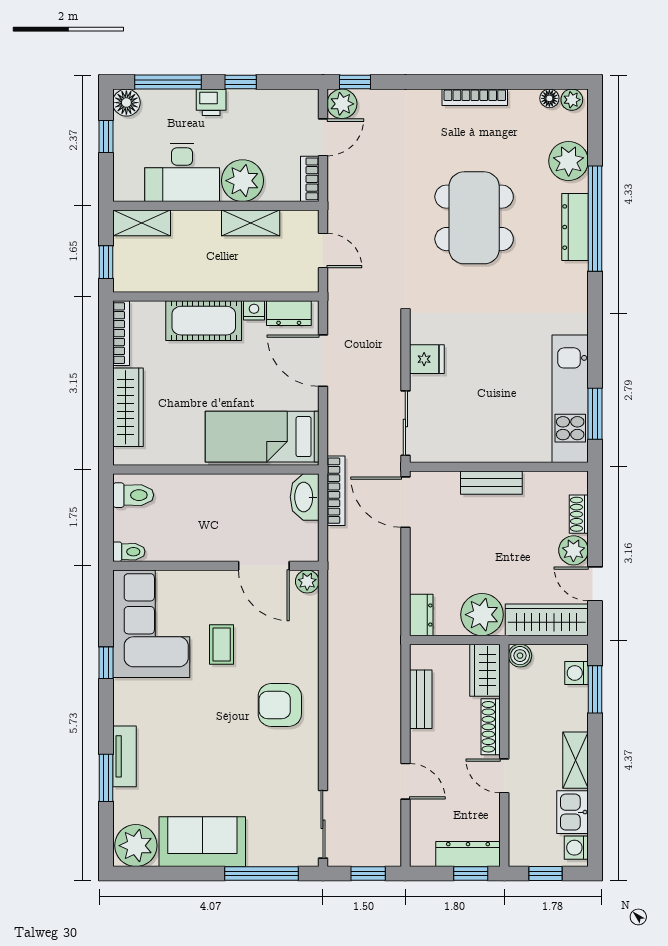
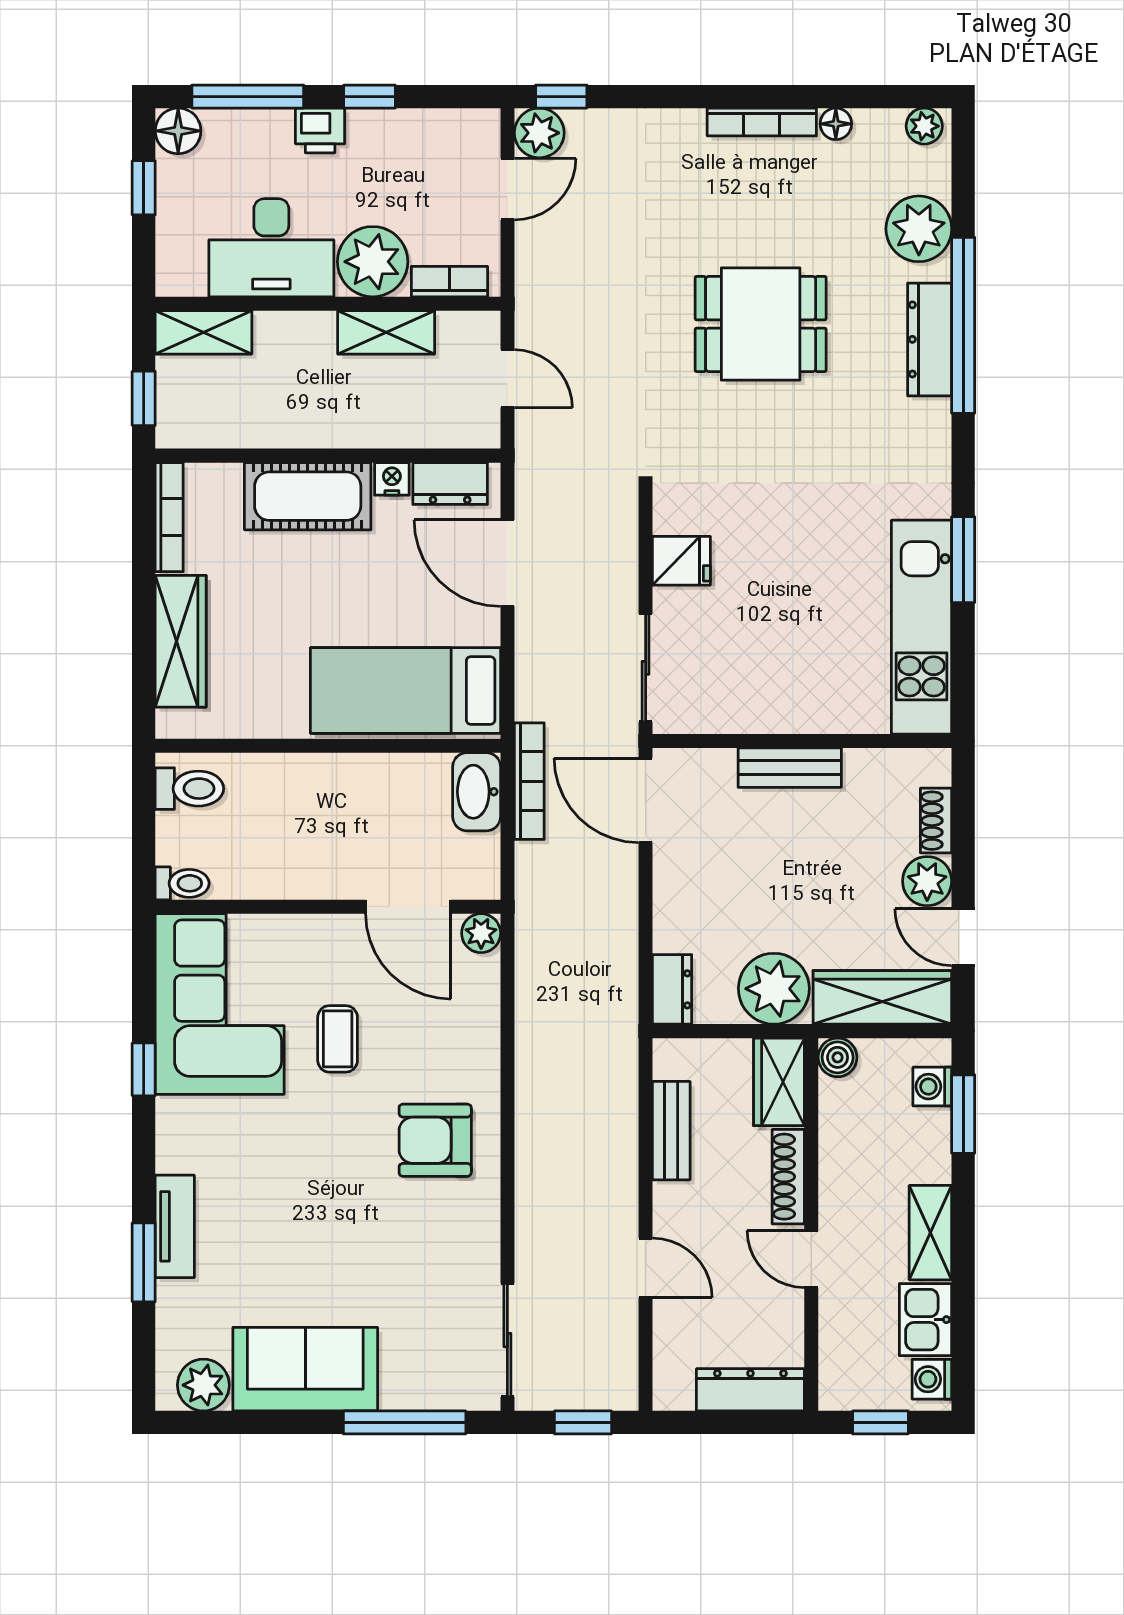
floor lamp: (549, 98) -> (836, 124), moved
bookcase: (310, 179) -> (450, 282), moved, turned 90
dining table: (474, 218) -> (761, 324), width x0.73
window: (595, 414) -> (963, 560), moved
plant: (136, 846) -> (203, 1385), width x0.73, depth x0.73
window: (471, 873) -> (755, 1422), removed

